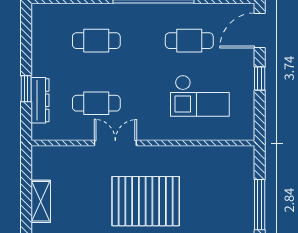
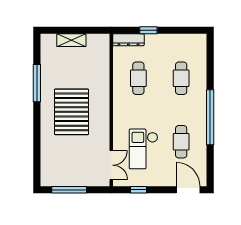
window: (260, 78) -> (138, 190), moved
dresser: (40, 100) -> (128, 40), moved
double door: (115, 143) -> (111, 165), moved

